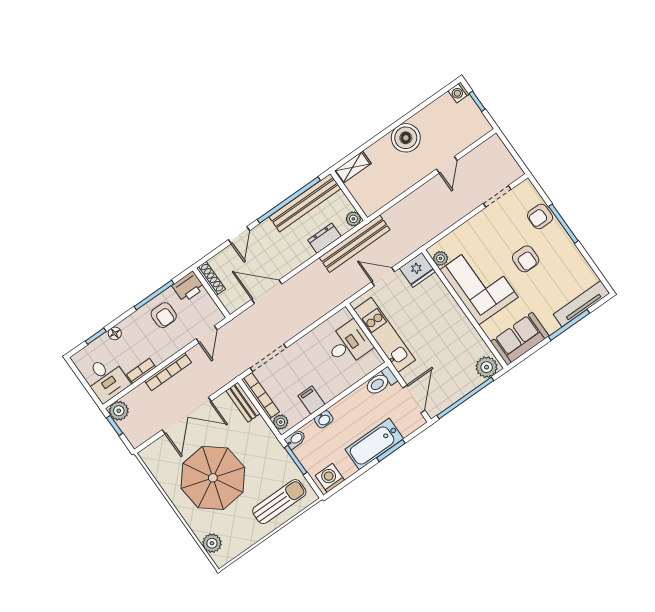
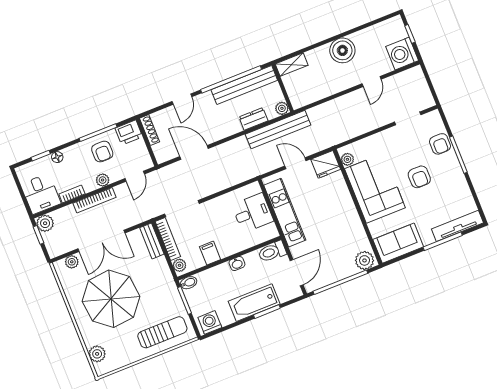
washing machine: (459, 92) -> (402, 54), moved, width x1.89, depth x1.89
armchair: (540, 216) -> (440, 144), turned -90
plant: (172, 347) -> (103, 180), added
washbasin: (324, 419) -> (237, 264), moved
plant: (159, 447) -> (72, 262), added

